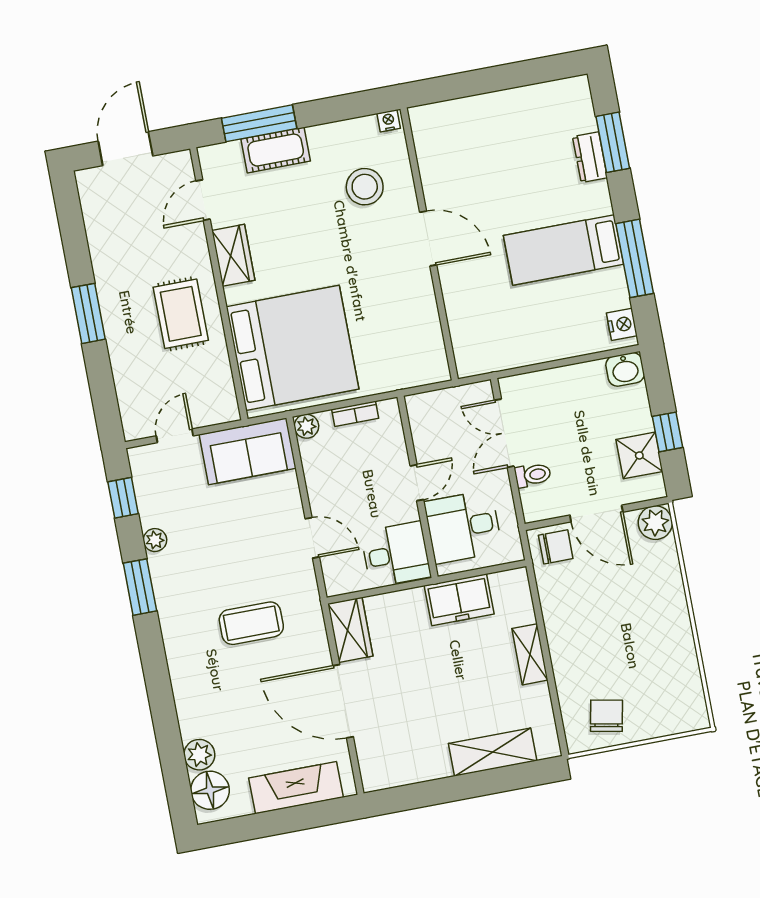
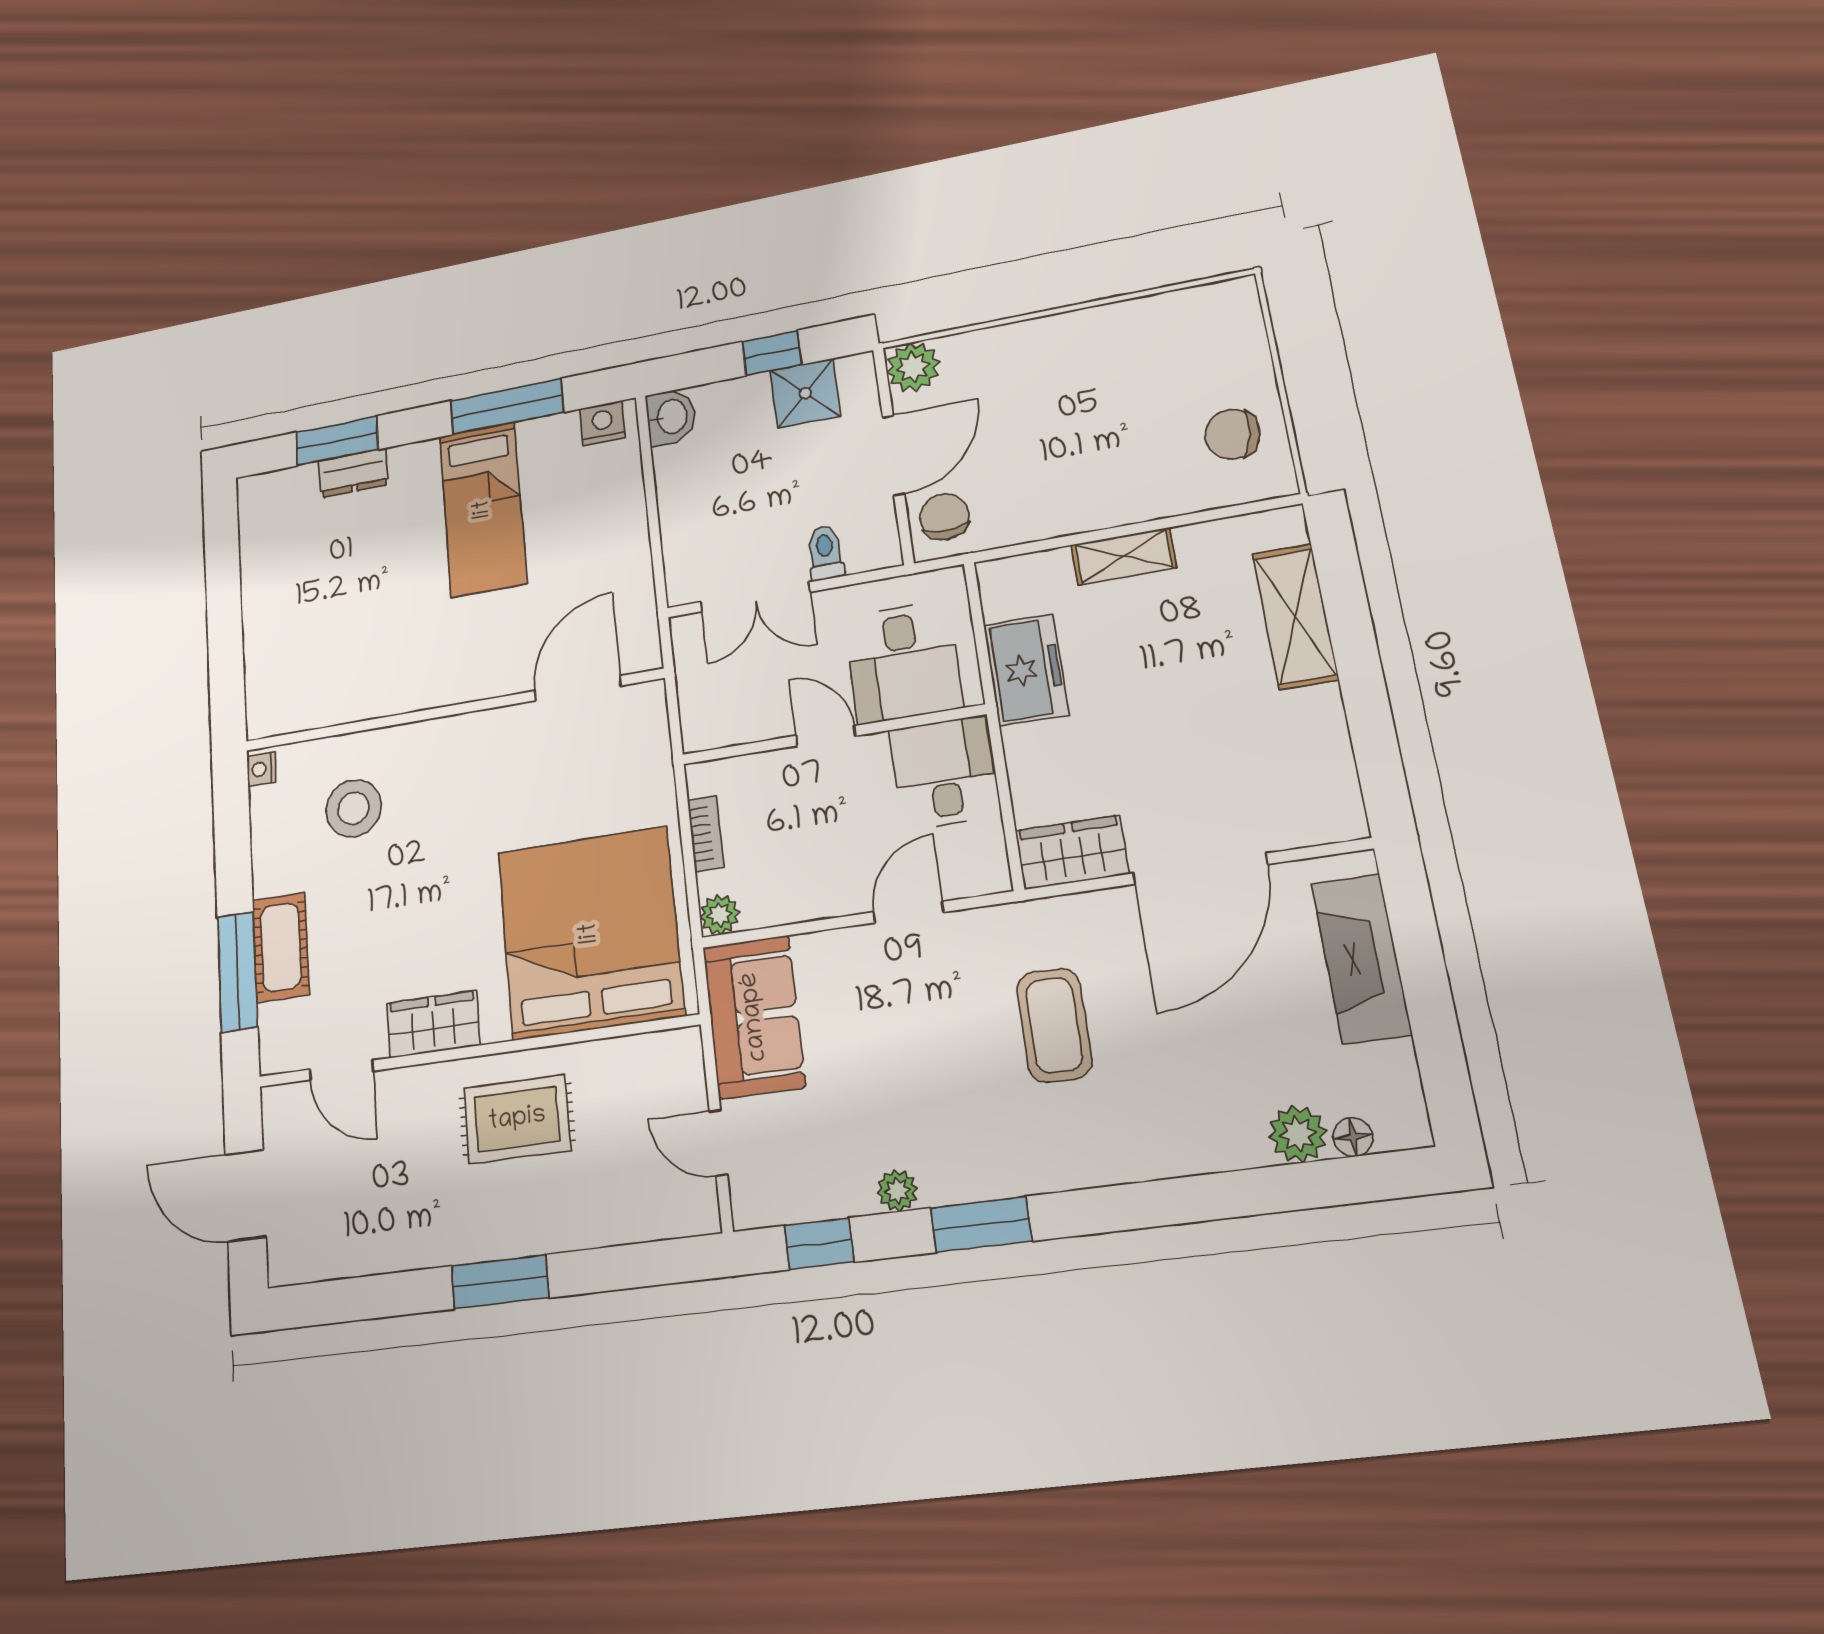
door: (428, 239) -> (578, 688), moved
floor lamp: (210, 790) -> (1353, 1137), width x0.53, depth x0.53

